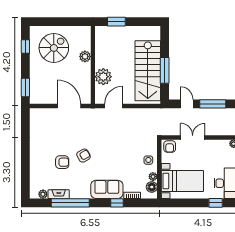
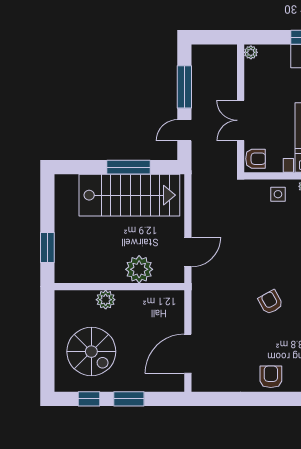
spiral stairs: (54, 48) -> (91, 352), turned 180
window: (25, 87) -> (129, 399), moved
door: (69, 106) -> (188, 354), moved
door: (114, 106) -> (188, 252), swing flipped
armchair: (62, 162) -> (271, 377), moved

